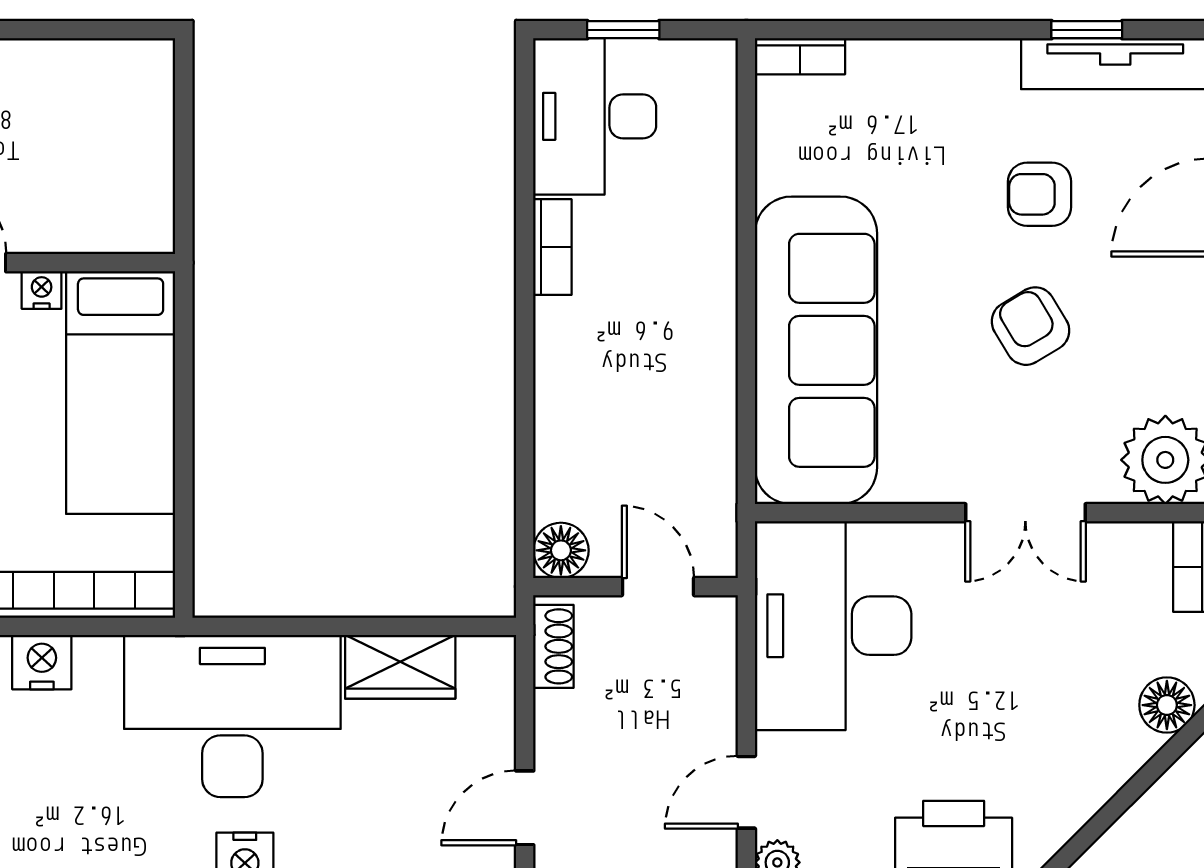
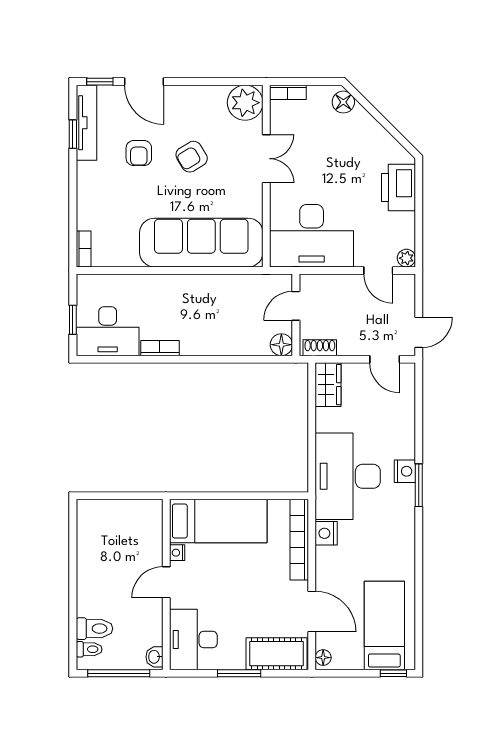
nightstand: (42, 662) -> (326, 533), moved
wardrobe: (400, 667) -> (328, 385), moved

